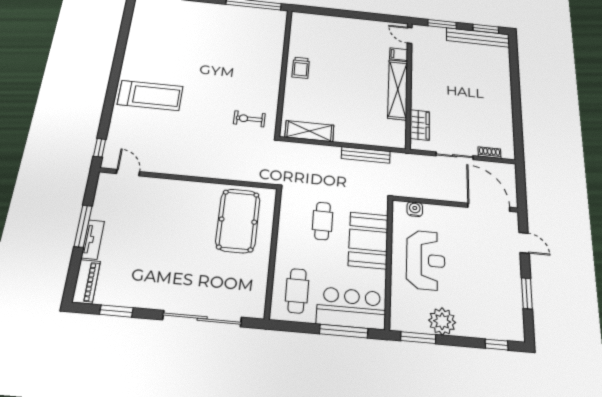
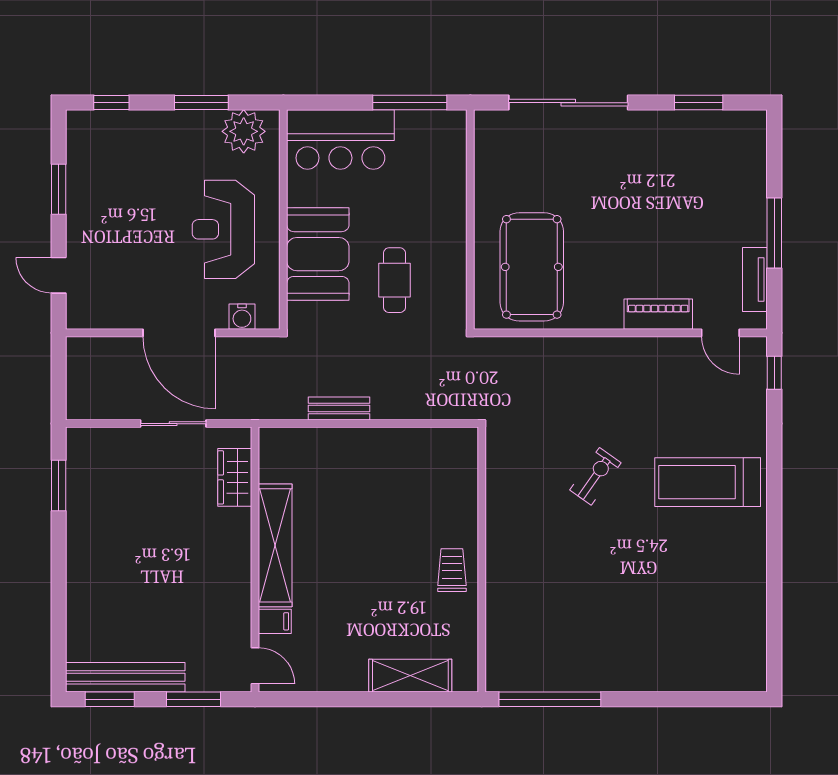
exercise bike: (249, 119) -> (595, 476), moved, turned -55
shelving: (309, 131) -> (410, 676), moved
window: (518, 131) -> (59, 485), added
shoe rack: (490, 153) -> (111, 437), removed
bench: (366, 155) -> (339, 408), width x0.73
door: (489, 207) -> (179, 333), moved
tv unit: (93, 240) -> (755, 280), moved
piano: (86, 282) -> (658, 314), moved, turned 90
cafe table: (297, 291) -> (427, 159), removed
plant: (442, 321) -> (244, 131), moved
window: (344, 331) -> (410, 103), moved
window: (418, 338) -> (201, 103), moved

